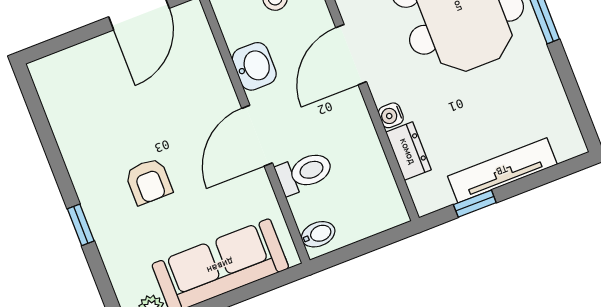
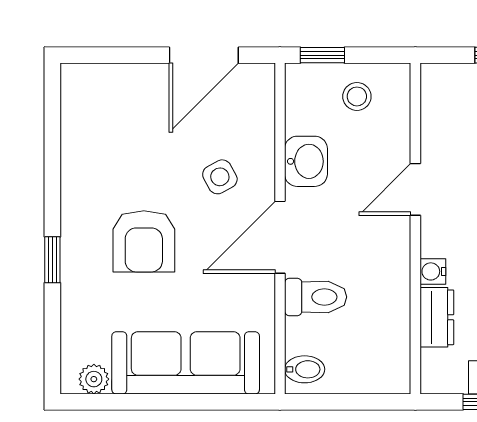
door: (351, 55) -> (415, 189), width x0.73
side table: (190, 106) -> (220, 177), added
armchair: (149, 181) -> (144, 241), width x1.38, depth x1.38

